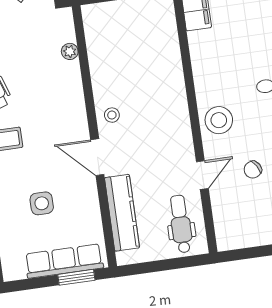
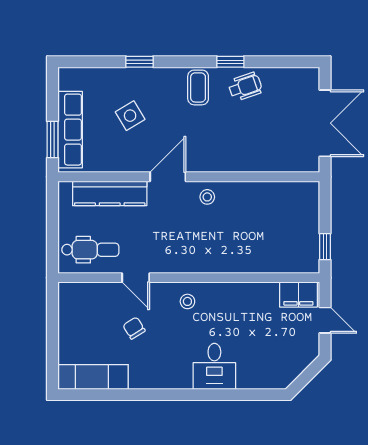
plant: (70, 51) -> (276, 164), removed
stool: (219, 120) -> (187, 301), width x0.53, depth x0.53
side table: (42, 203) -> (130, 116), turned -31

